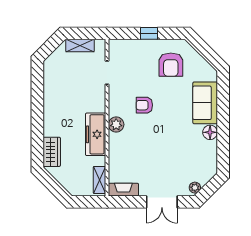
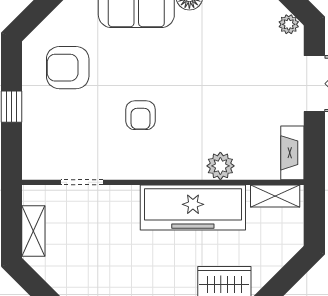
armchair: (171, 65) -> (68, 68), turned 180
plant: (116, 124) -> (220, 166), moved
freezer: (96, 134) -> (193, 208), width x1.36, depth x1.26

